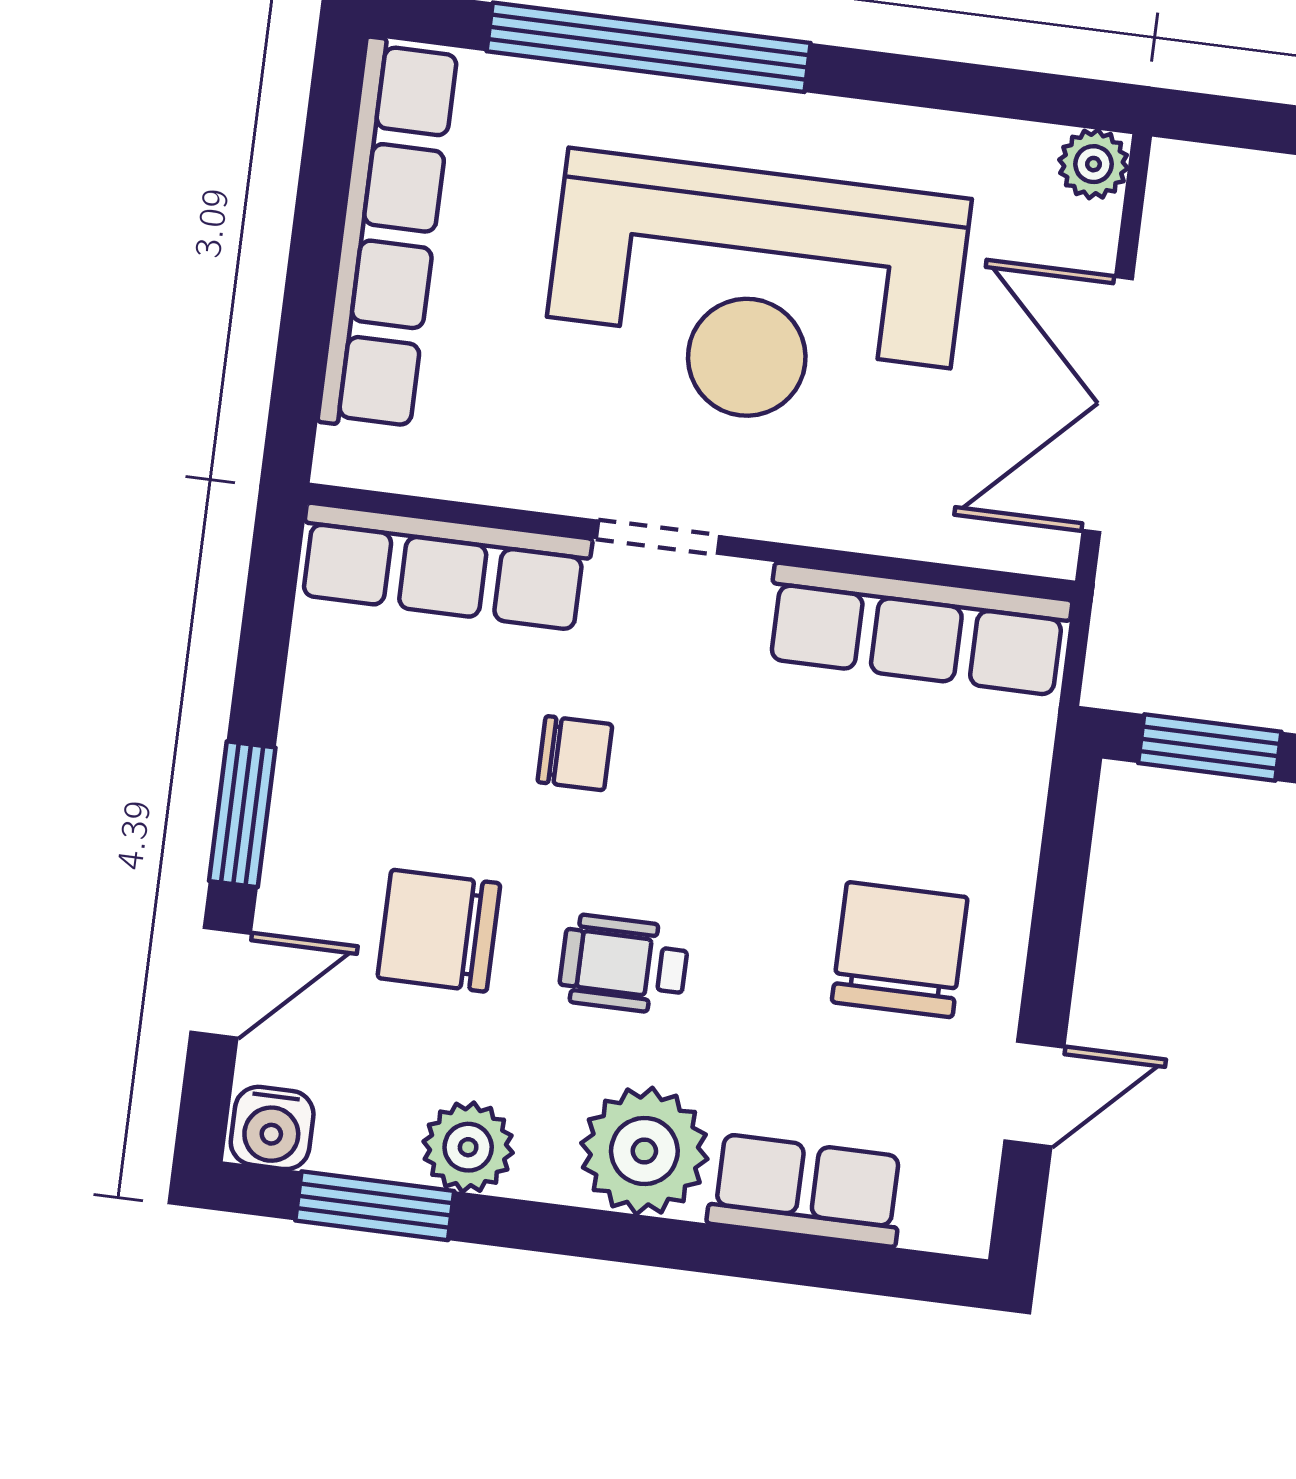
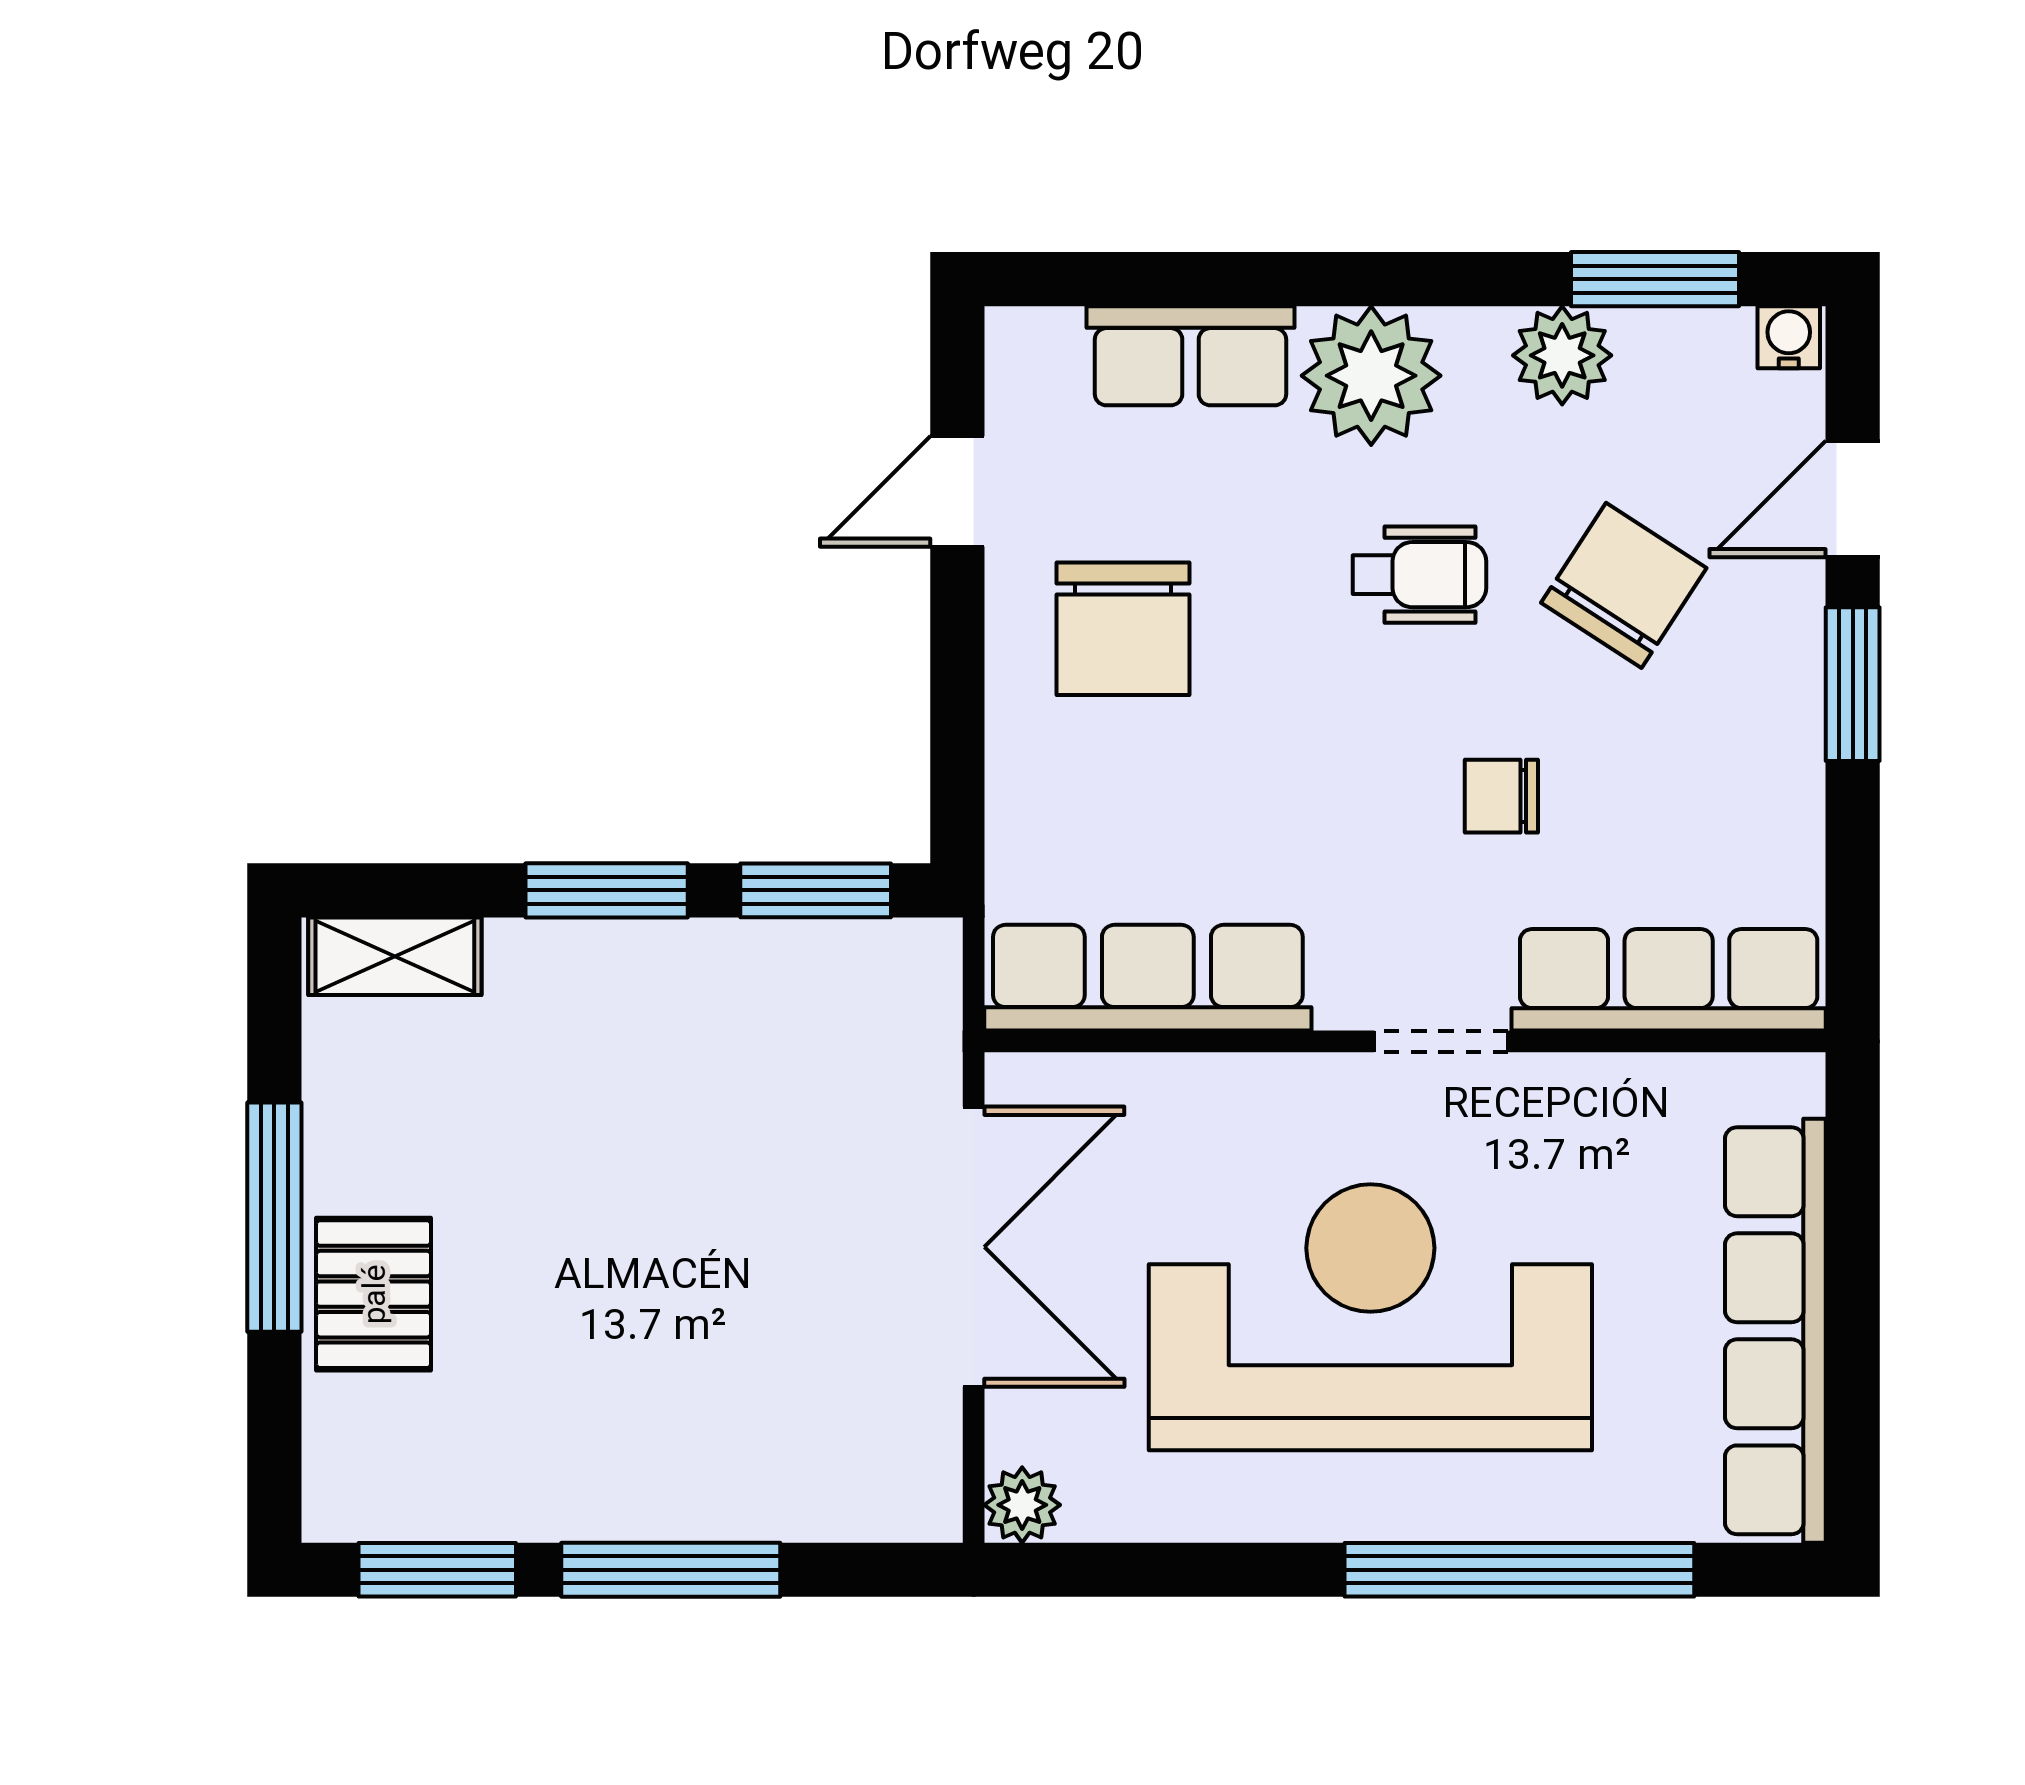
chair: (439, 931) -> (1624, 585), turned -57
water cooler: (272, 1128) -> (1789, 337), width x0.72, depth x0.72

